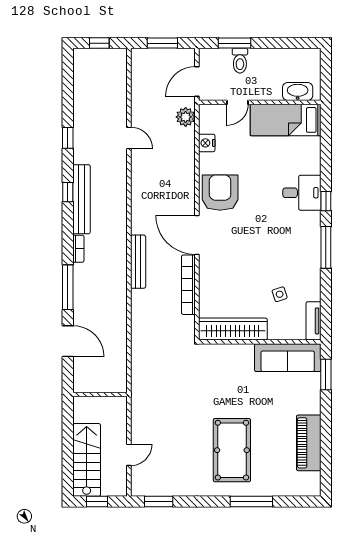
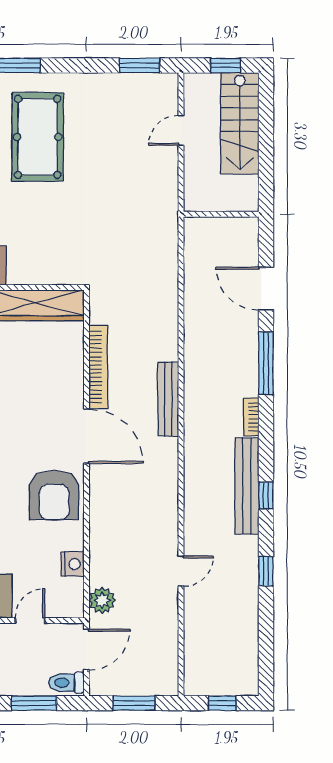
toilet: (240, 61) -> (67, 683), moved, turned -90
door: (129, 138) -> (181, 571), swing flipped

